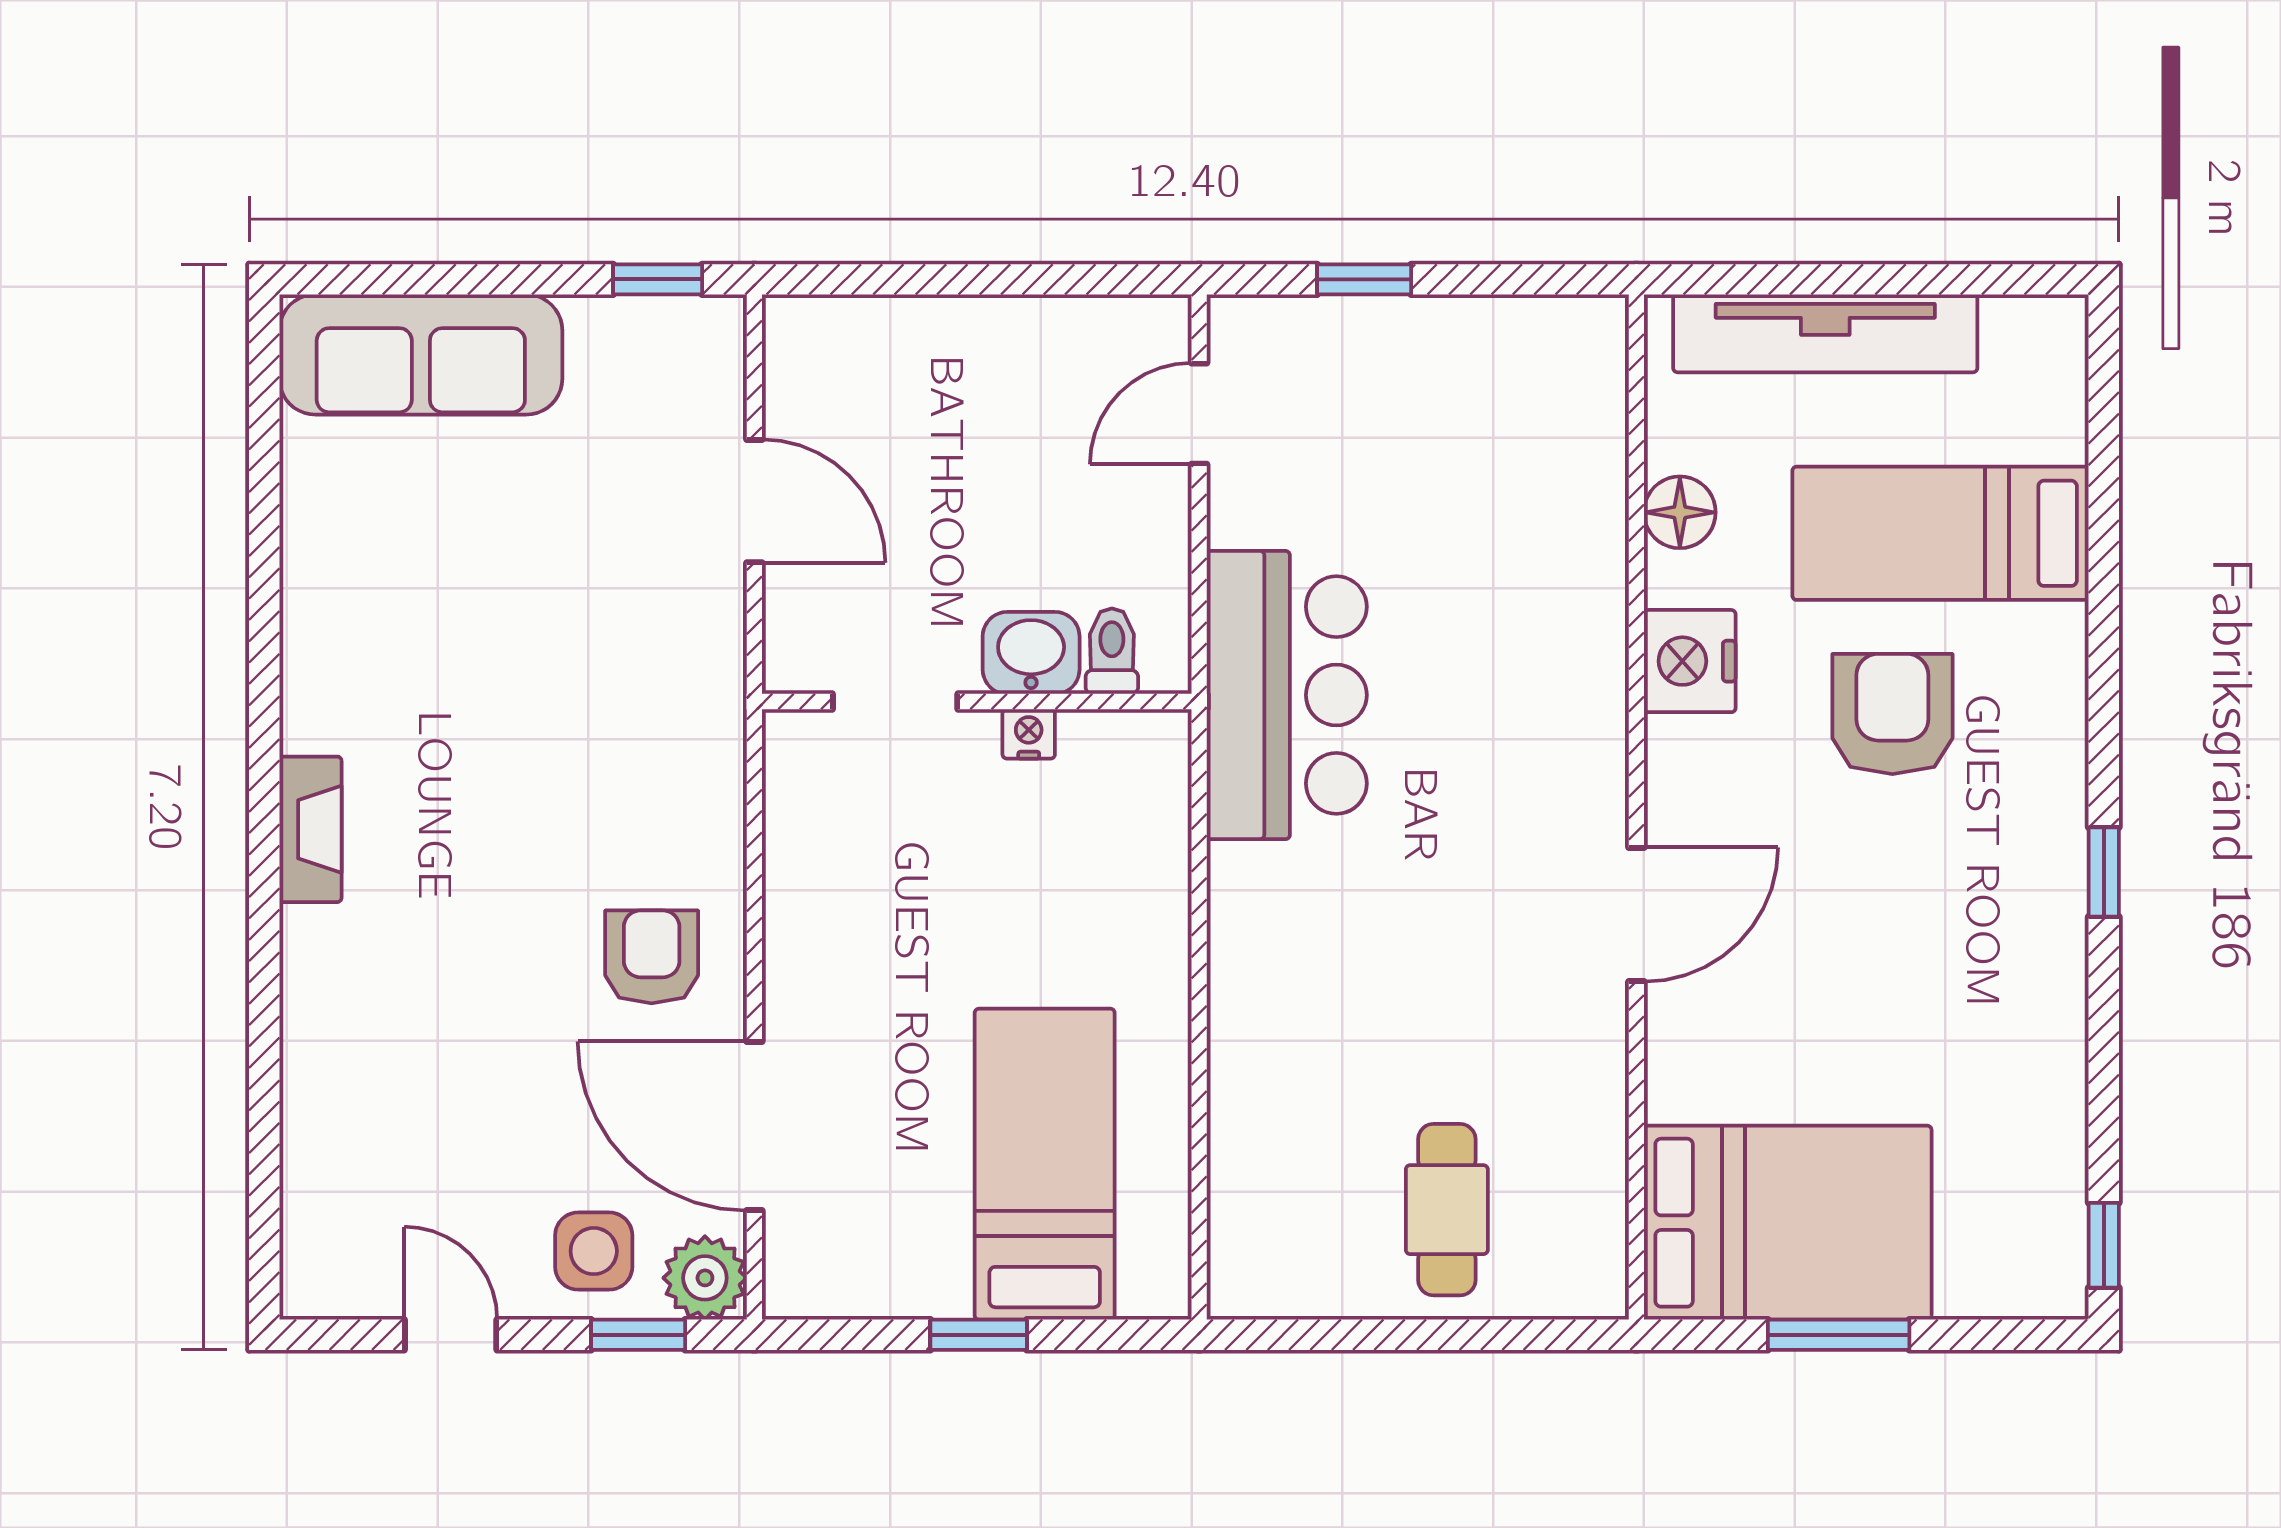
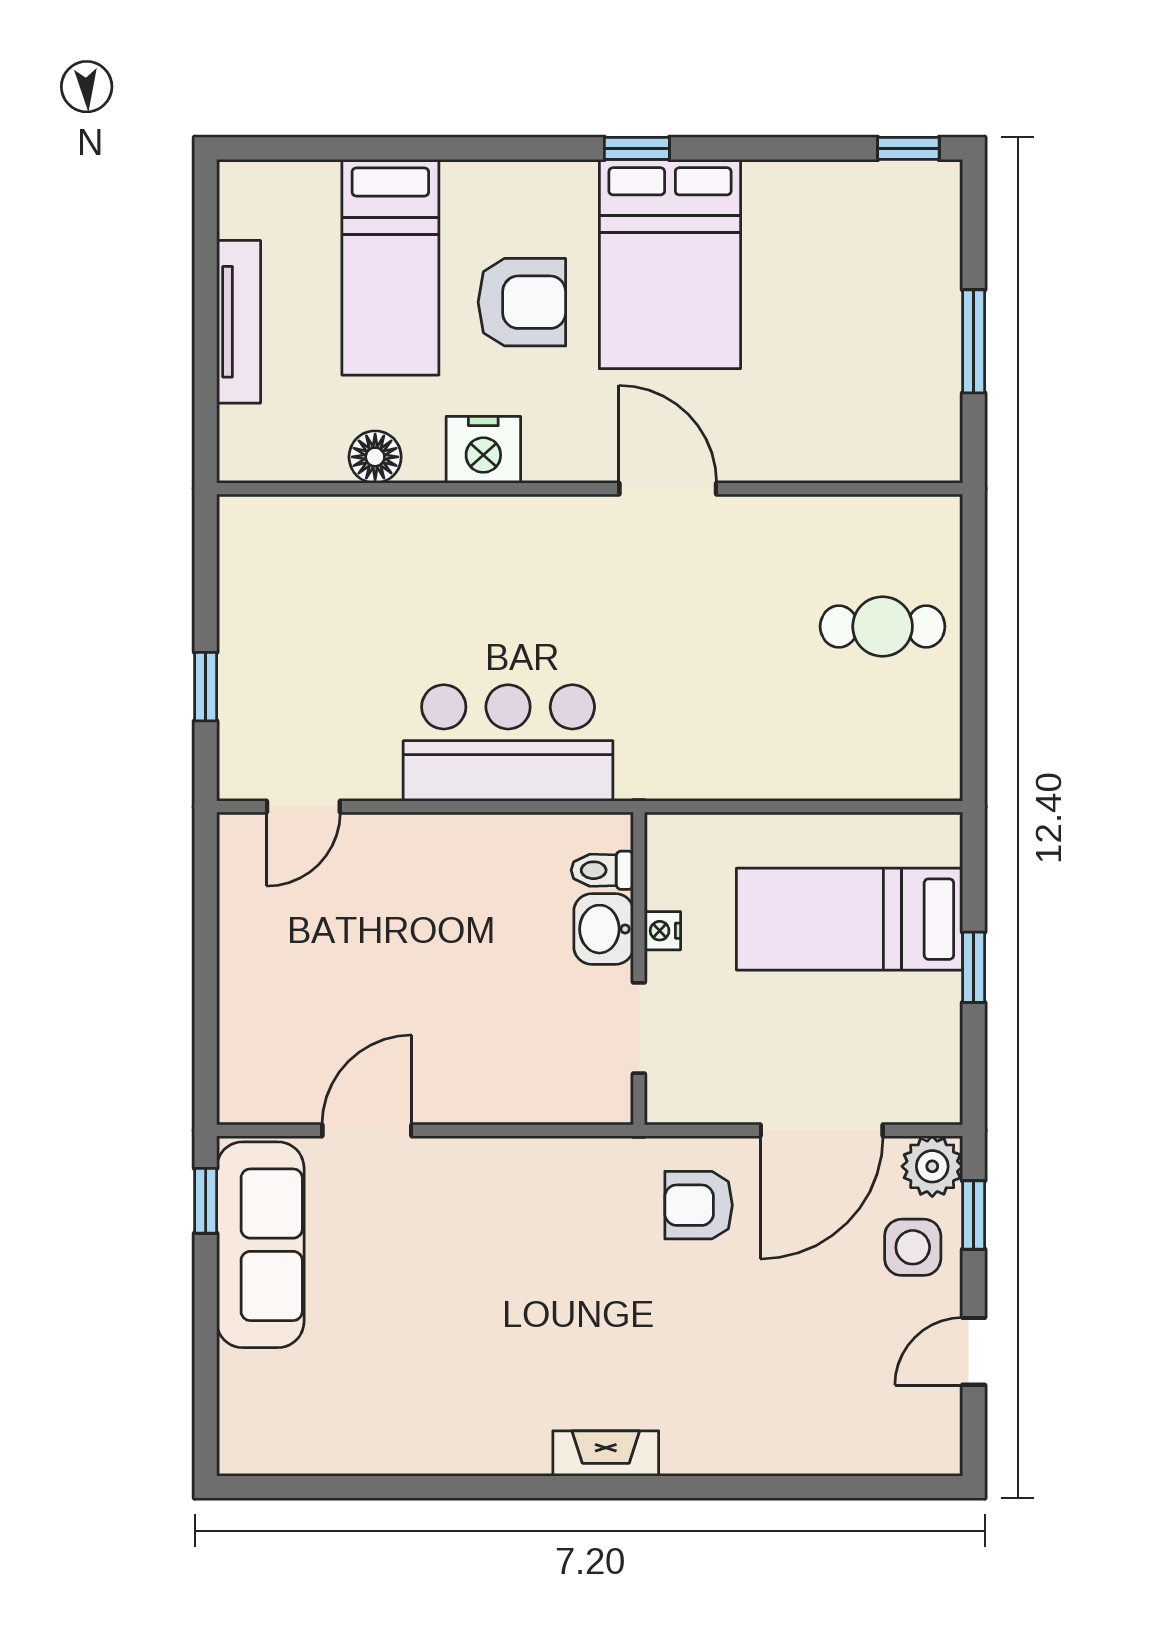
tv unit: (1825, 333) -> (239, 322), width x0.73, depth x0.78
sofa: (421, 355) -> (260, 1245), moved
door: (1199, 414) -> (303, 807), hinge flipped
toilet: (1112, 651) -> (602, 870), moved
washbasin: (1031, 653) -> (604, 929), moved
doorway: (895, 702) -> (639, 1028), moved
wall: (977, 702) -> (639, 969), moved
armchair: (1892, 714) -> (522, 302), turned 180
nightstand: (1029, 734) -> (662, 931), moved
bed: (1788, 1223) -> (670, 264), moved, turned 180

